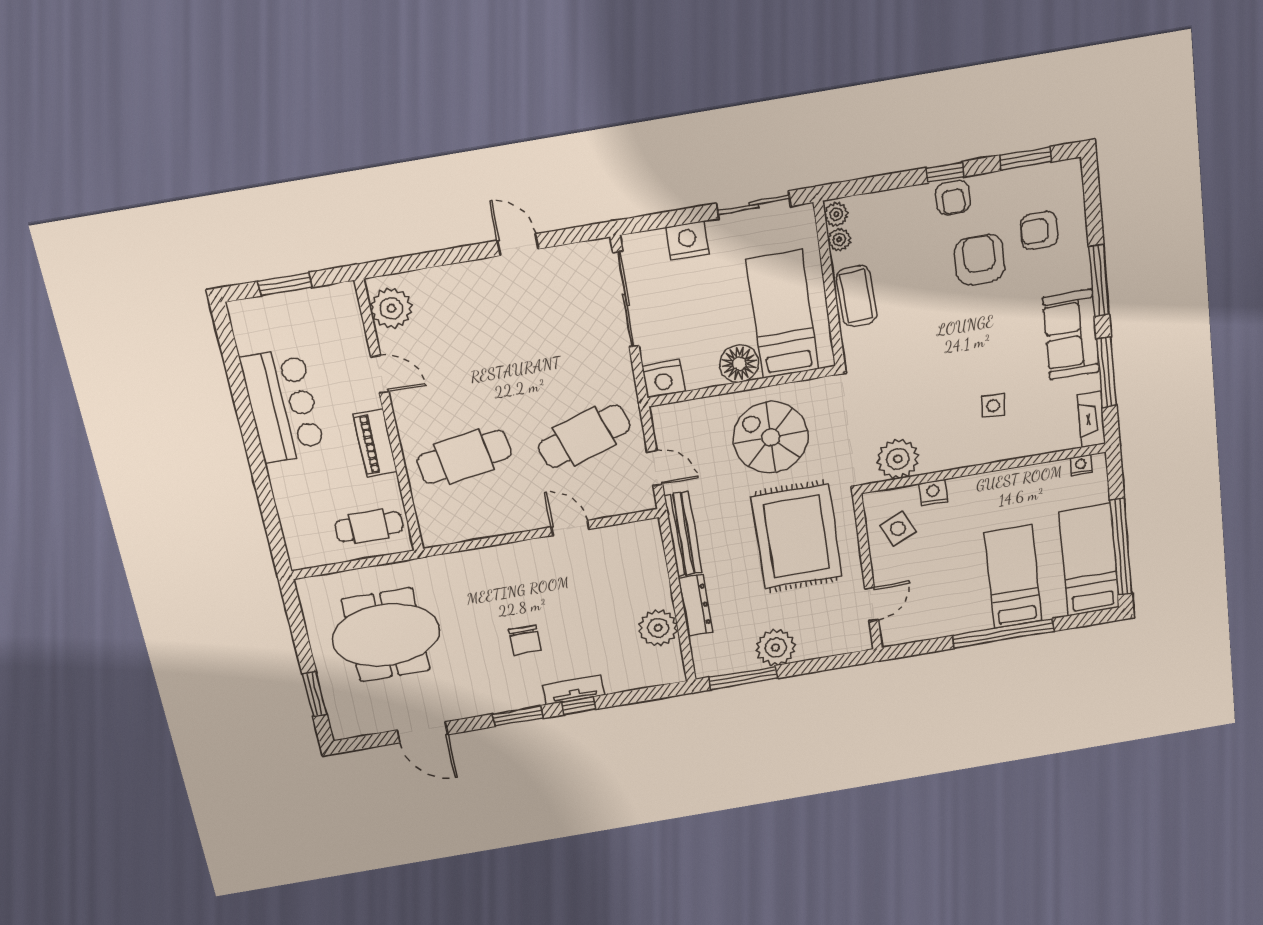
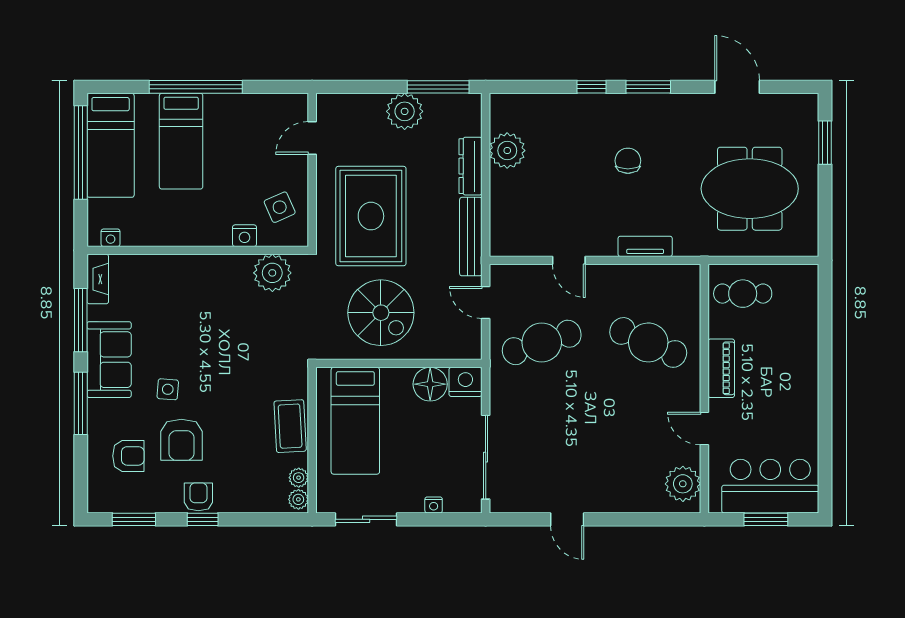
nightstand: (687, 241) -> (434, 505), width x0.53, depth x0.56
floor lamp: (739, 364) -> (430, 384), moved
bar counter: (283, 406) -> (770, 486), moved, turned 90
side table: (993, 406) -> (168, 389), moved
cafe table: (464, 457) -> (648, 342), turned 33
tv unit: (574, 690) -> (645, 246), moved, turned 180

